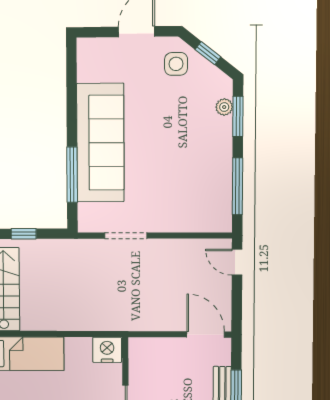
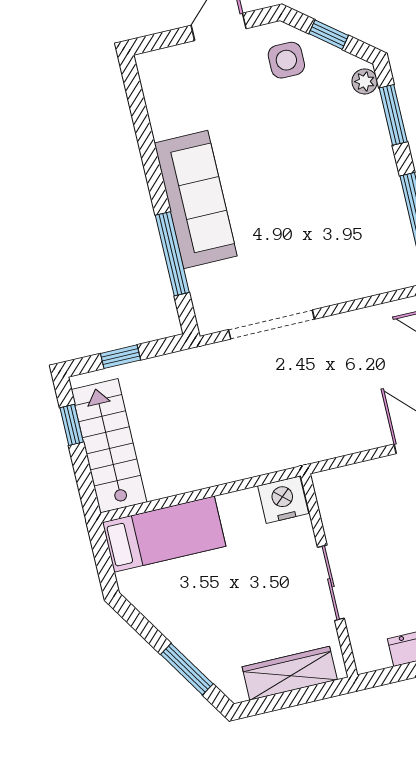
plant: (224, 107) -> (365, 81), moved
sofa: (100, 143) -> (196, 200), width x0.74, depth x0.79
doorway: (126, 236) -> (271, 324), width x1.36

